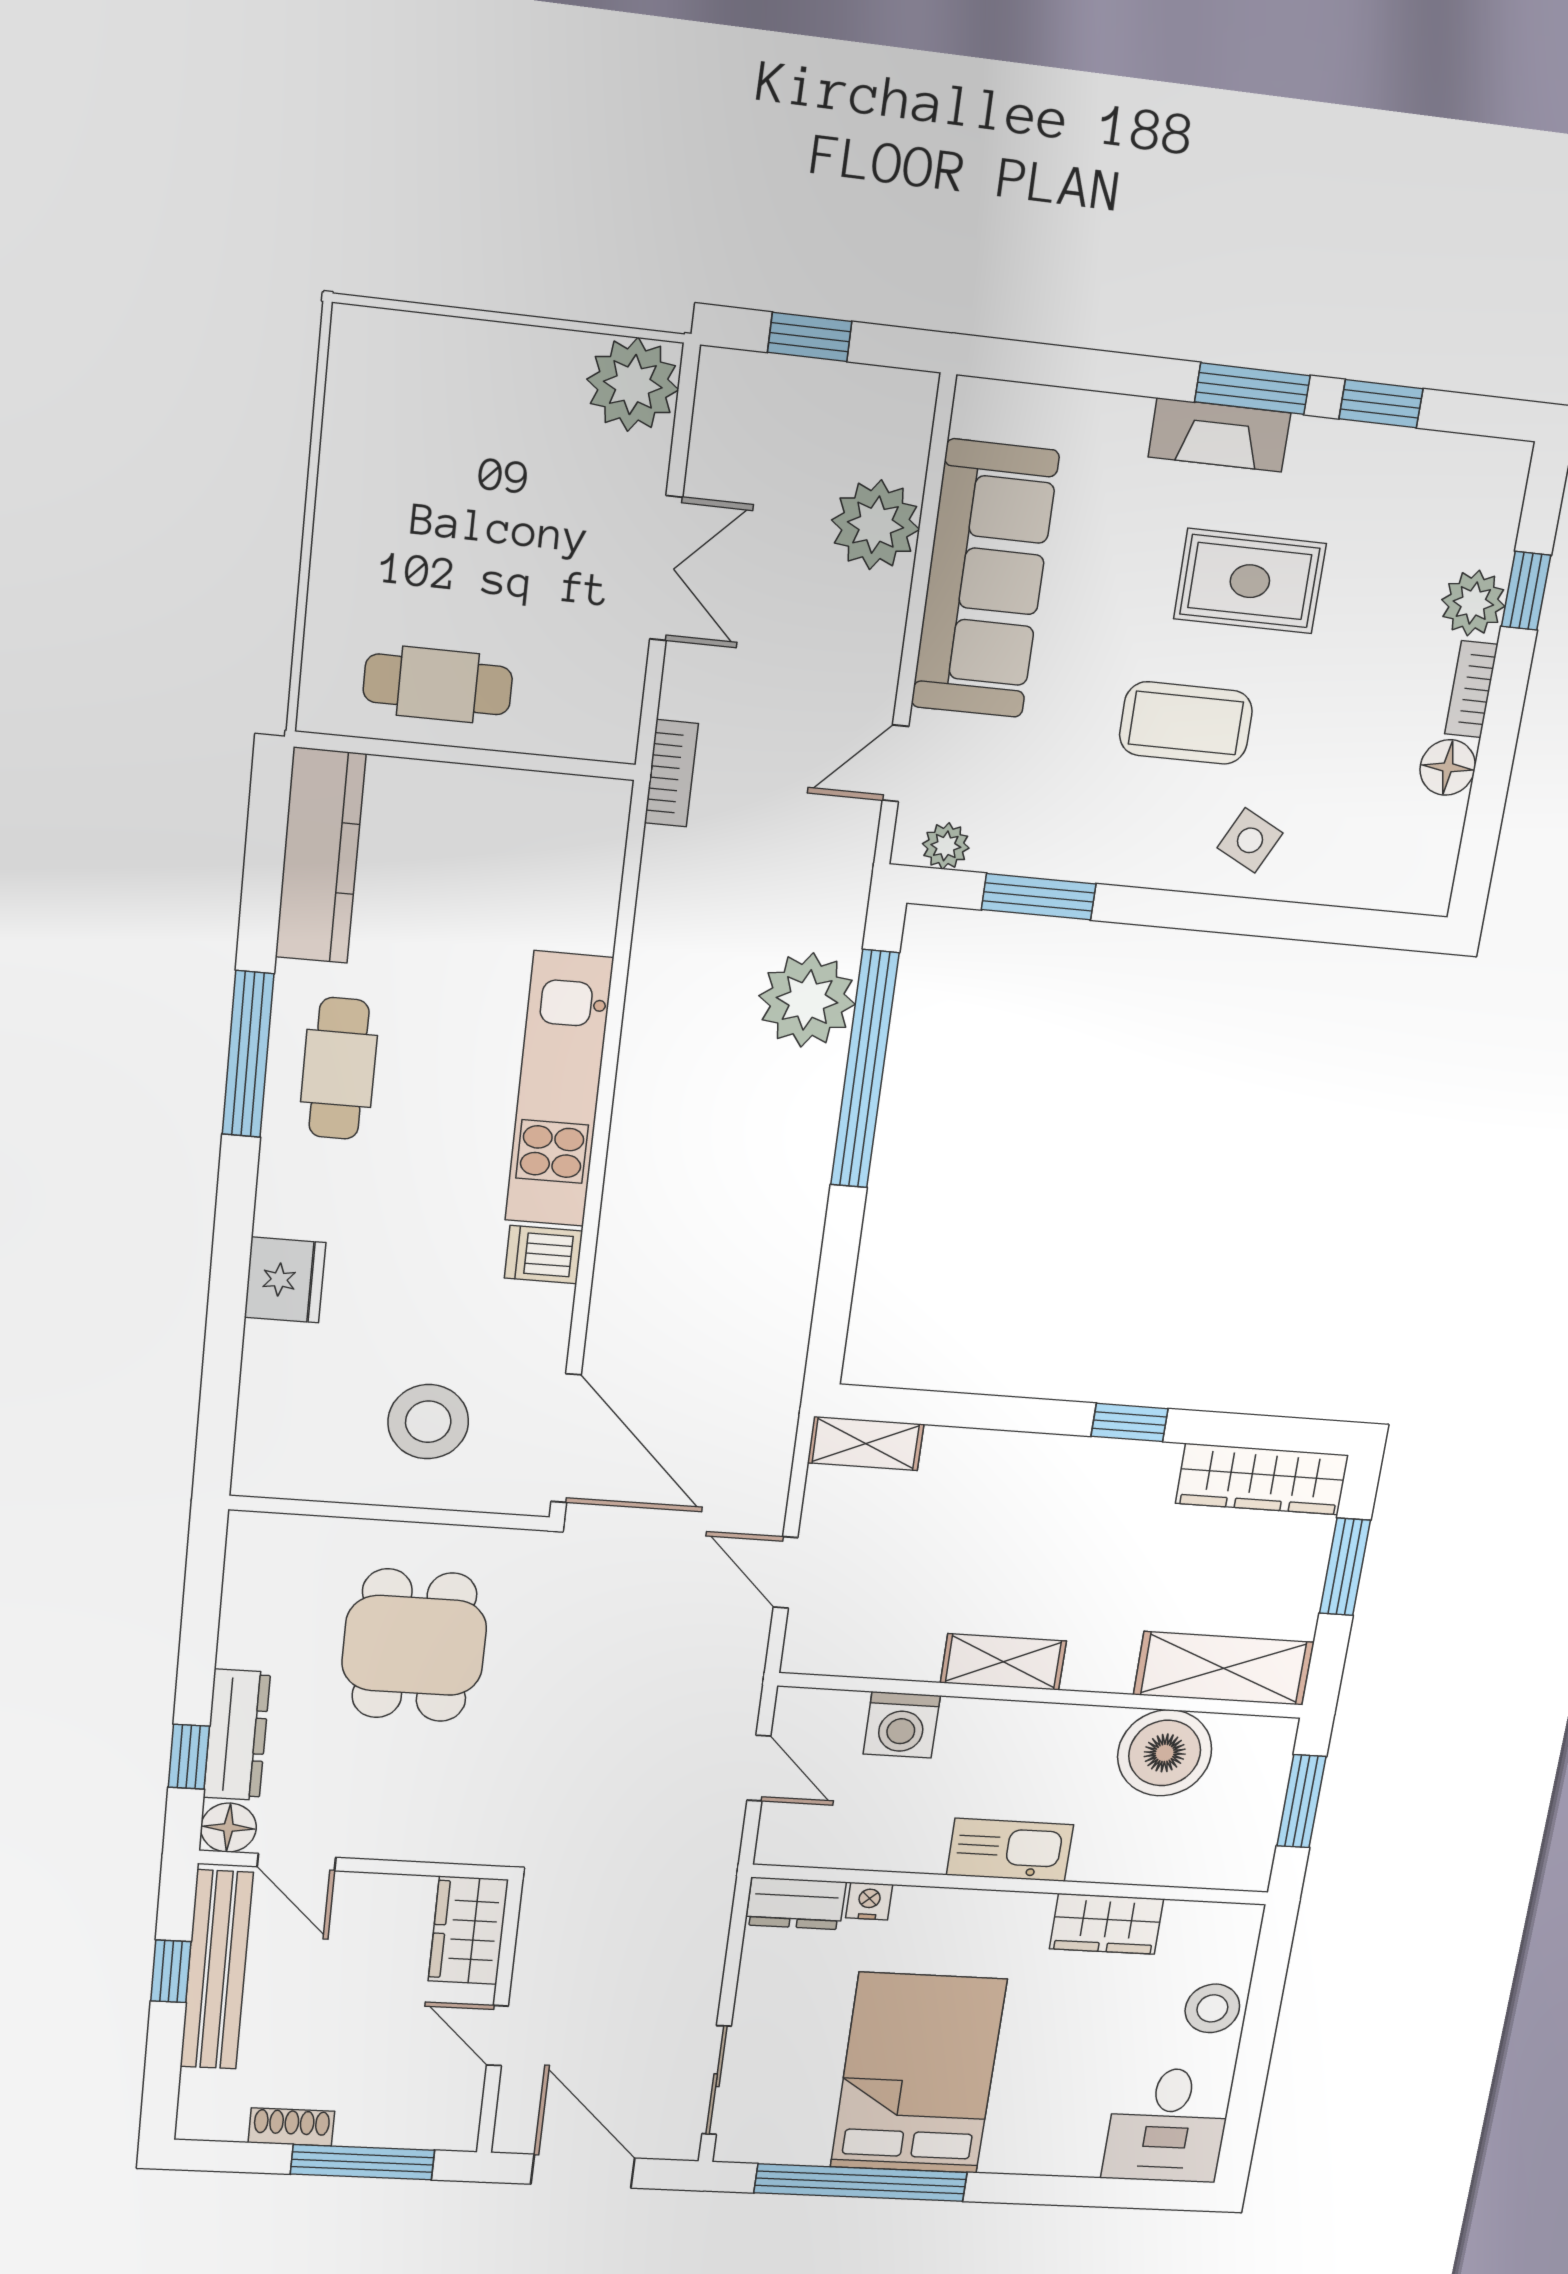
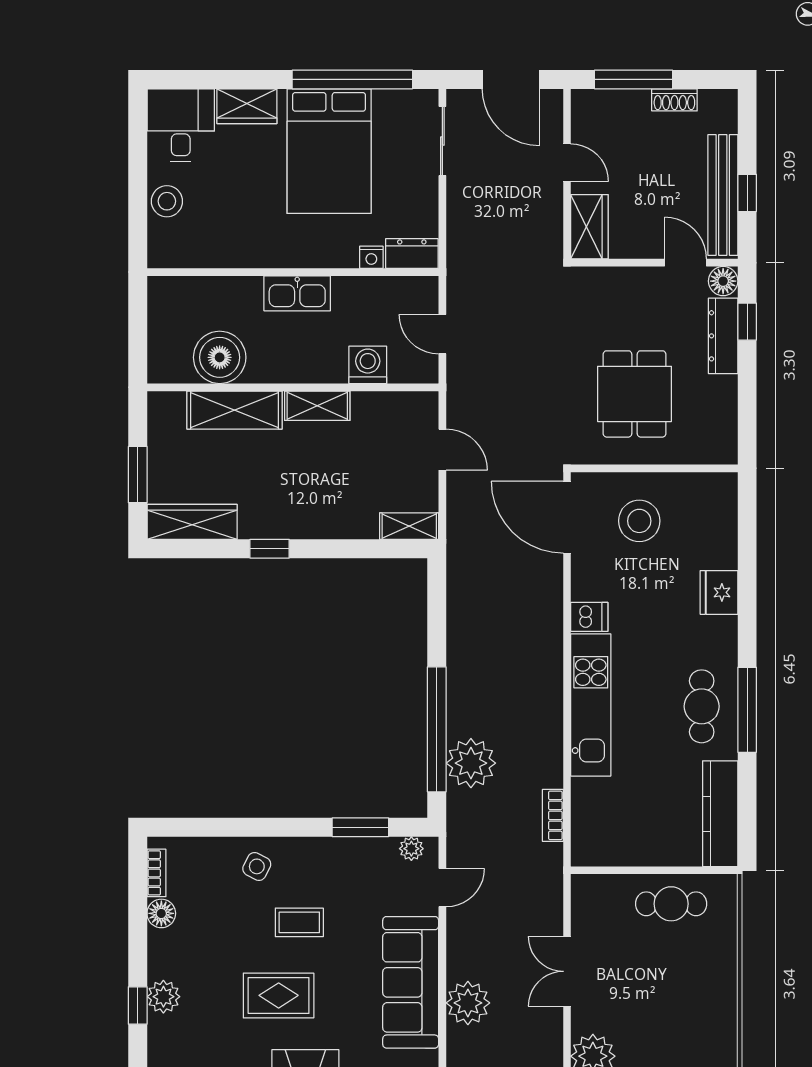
bookcase: (1471, 689) -> (156, 873), moved
coffee table: (1186, 723) -> (299, 922), width x0.73, depth x0.77
bookcase: (671, 773) -> (553, 815), moved
shelving: (1224, 1668) -> (235, 410), moved
window: (1301, 1801) -> (138, 333), removed
wardrobe: (1107, 1924) -> (247, 106), moved, turned 180

